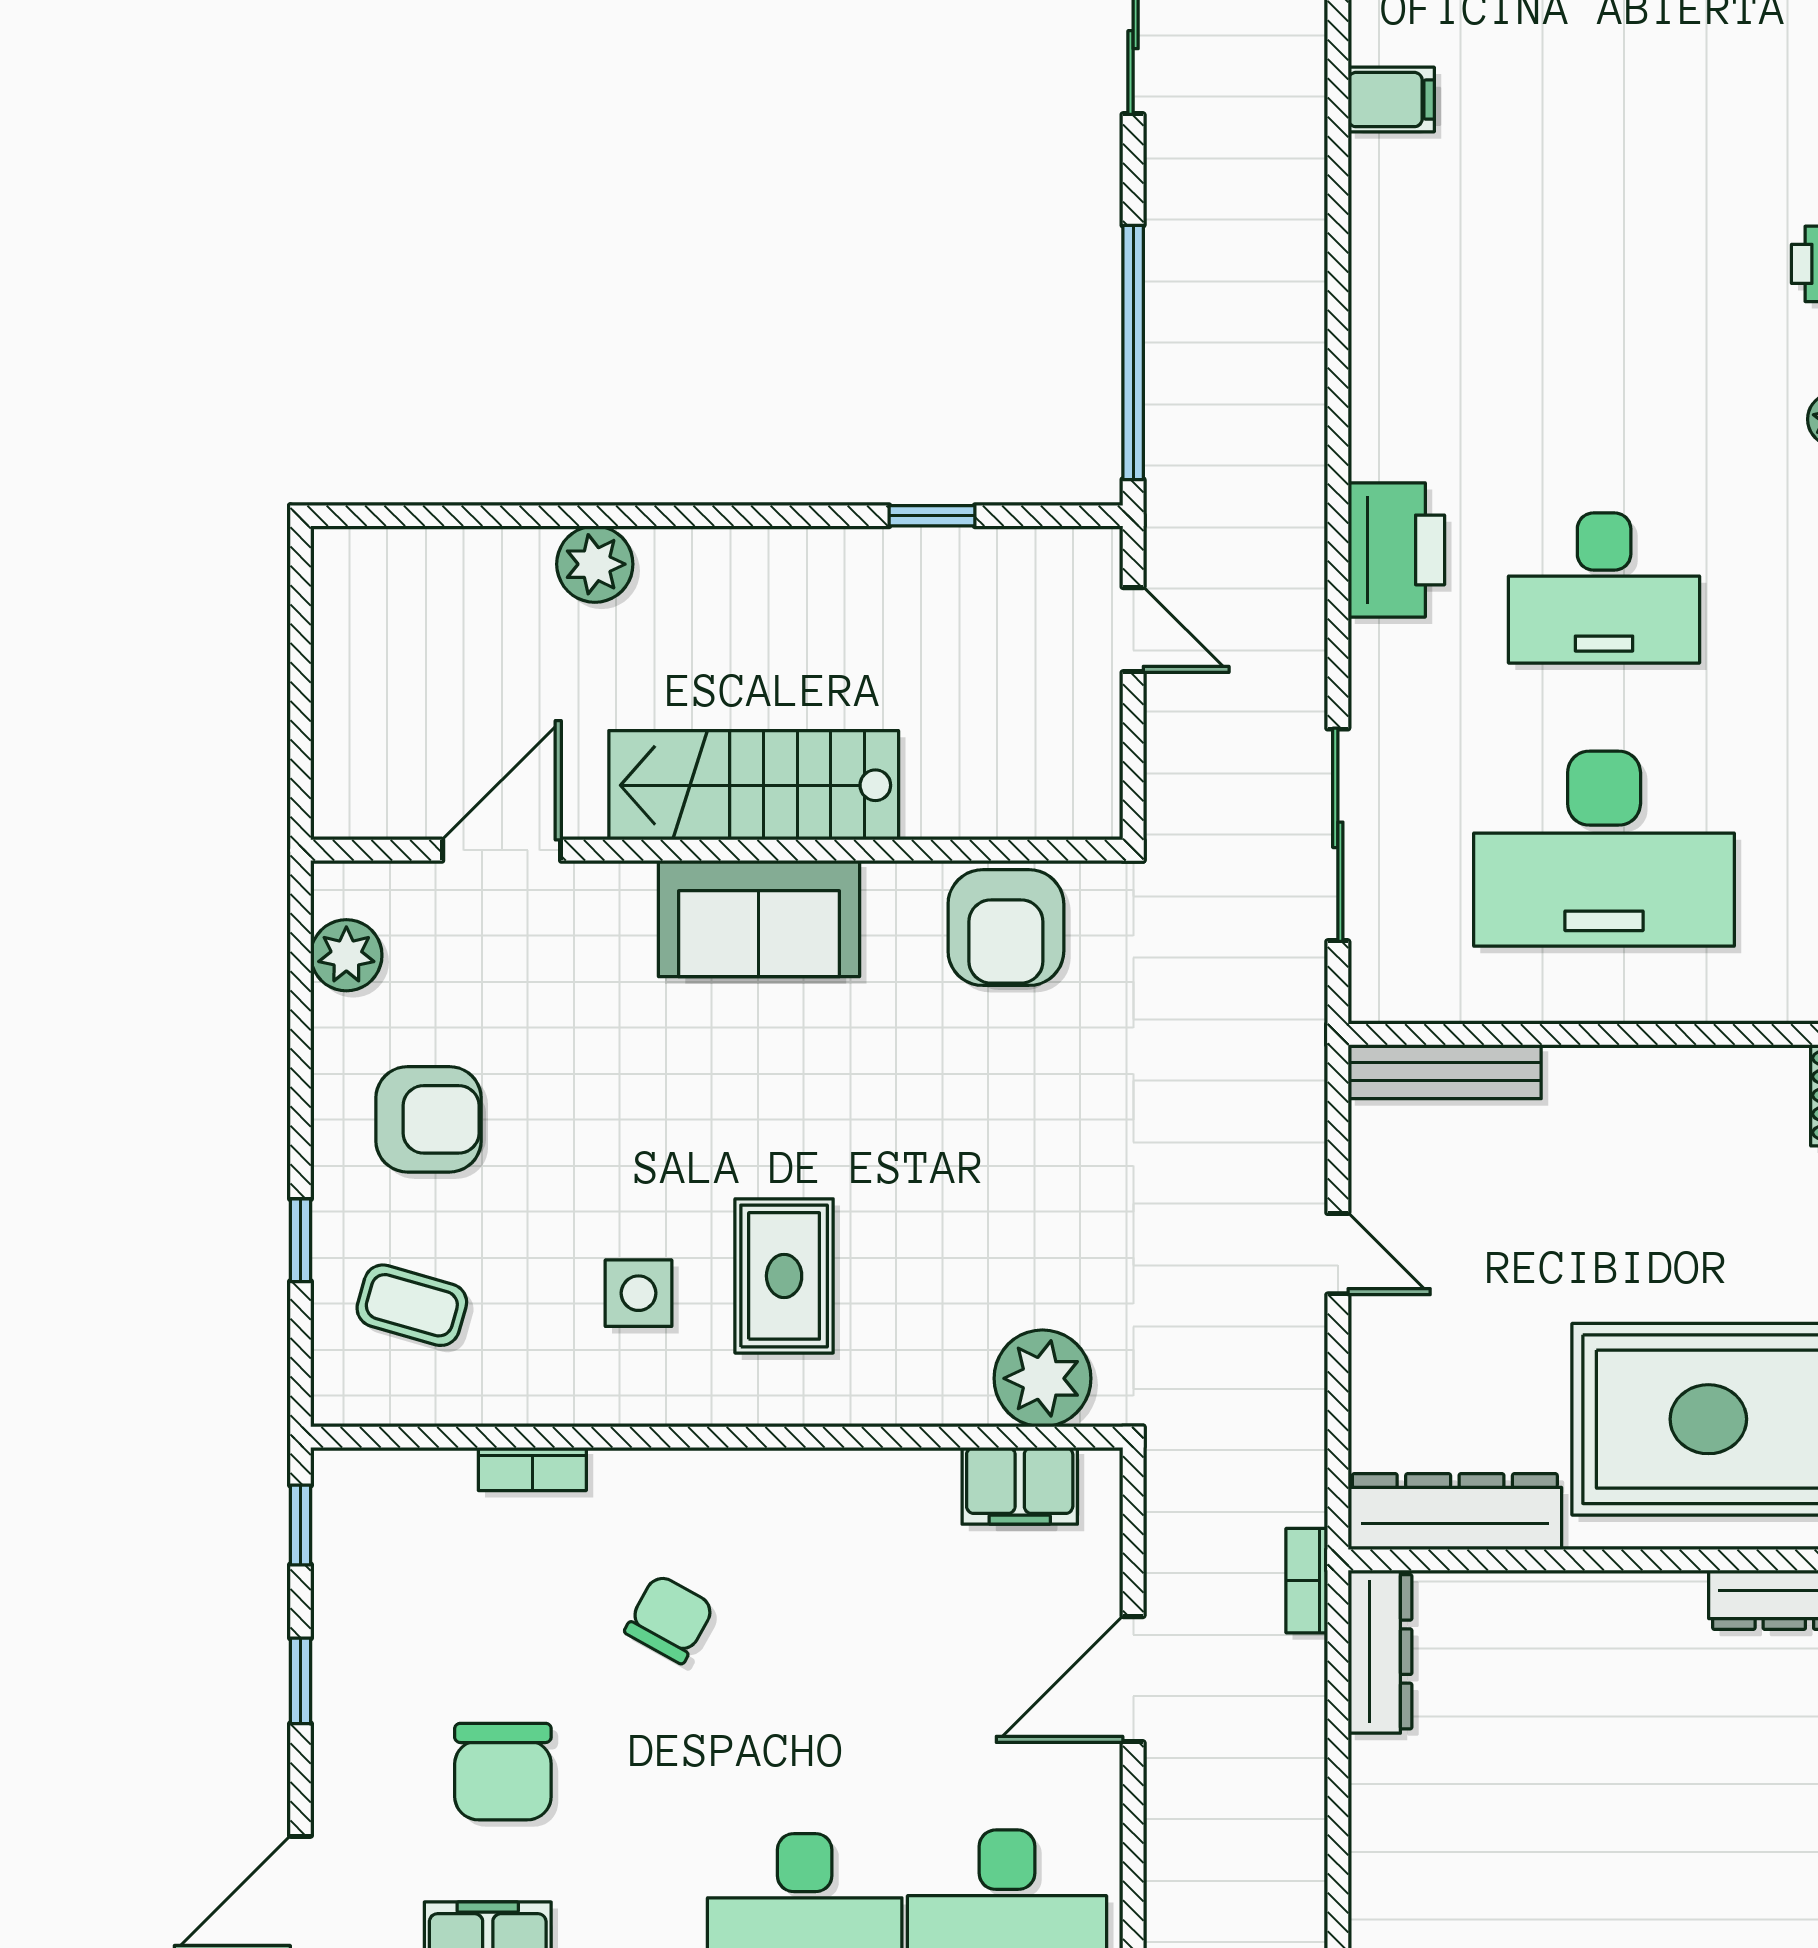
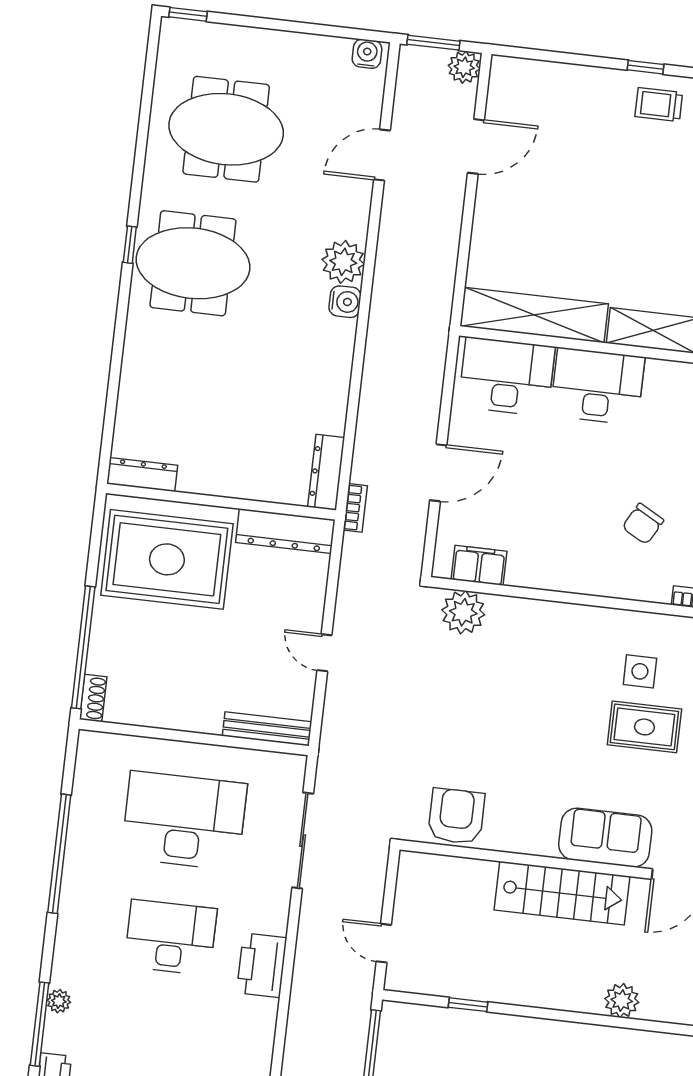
sofa: (759, 919) -> (605, 838), moved
rug: (784, 1276) -> (644, 727), moved, turned 90

